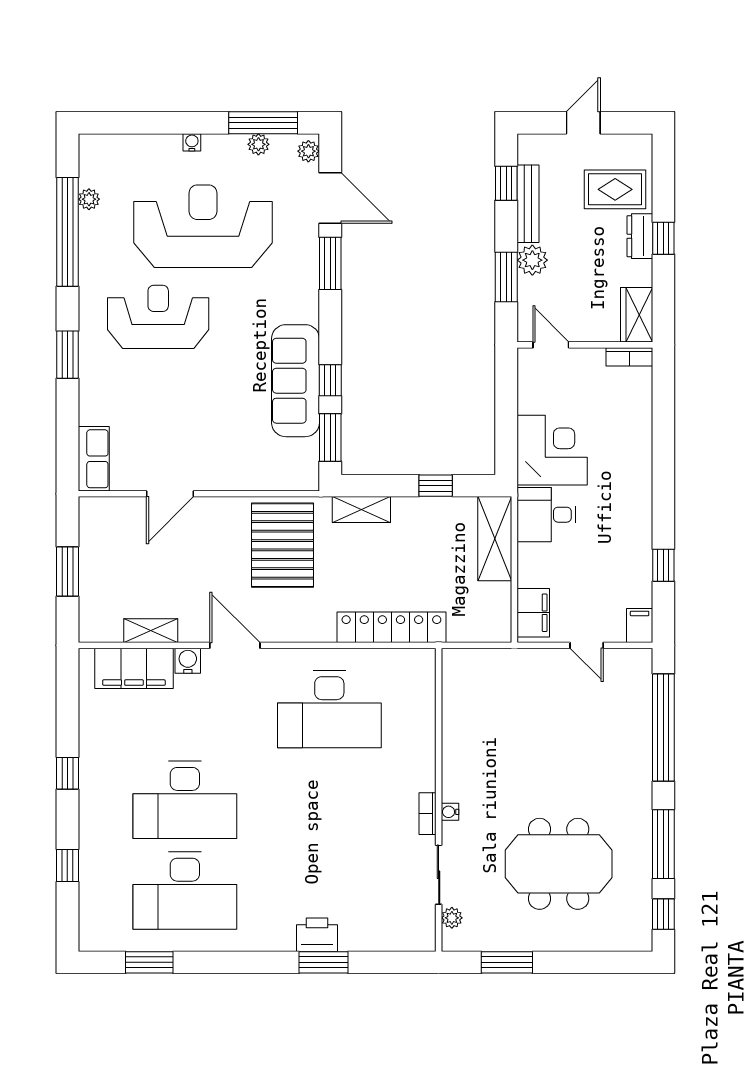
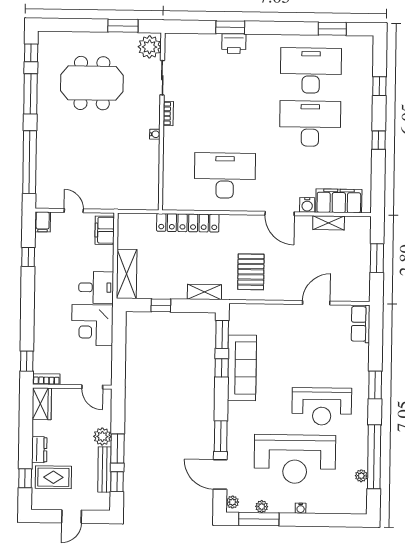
window: (663, 238) -> (25, 478), moved
window: (506, 277) -> (117, 448), moved
window: (663, 387) -> (27, 361), added
pallet: (282, 545) -> (251, 272), width x0.73, depth x0.71
water cooler: (450, 812) -> (155, 134), moved
plant: (452, 918) -> (150, 47), width x1.88, depth x1.88

